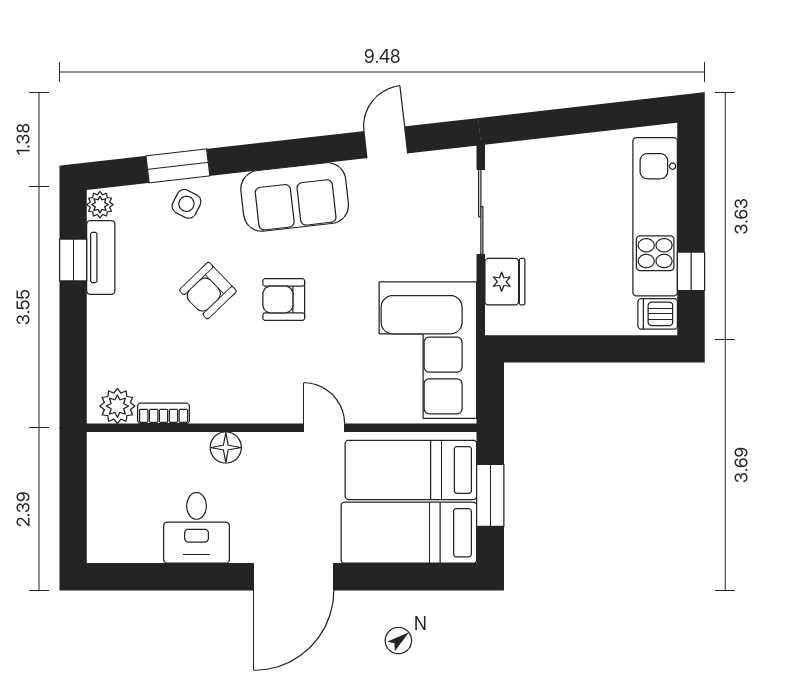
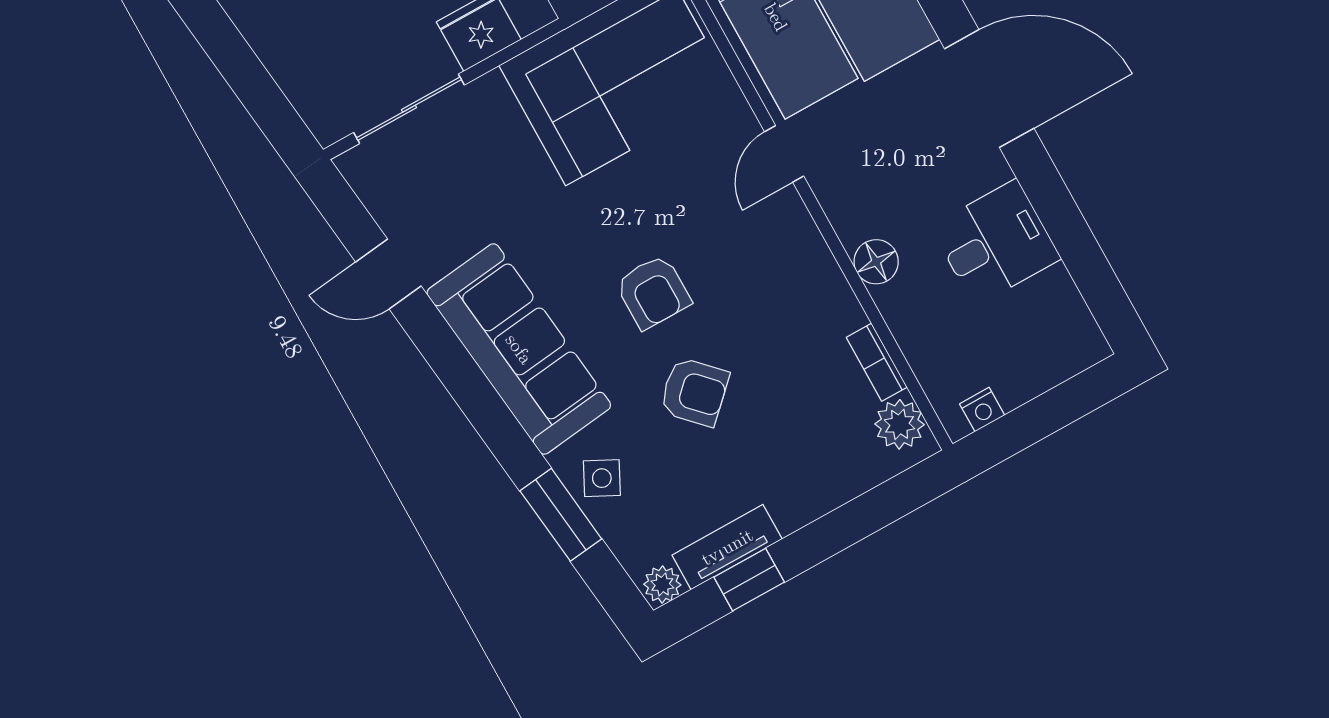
sofa: (295, 197) -> (519, 349), width x1.36
nightstand: (98, 462) -> (982, 410), added

